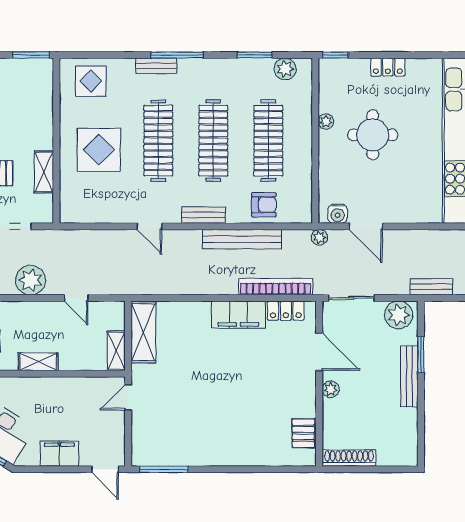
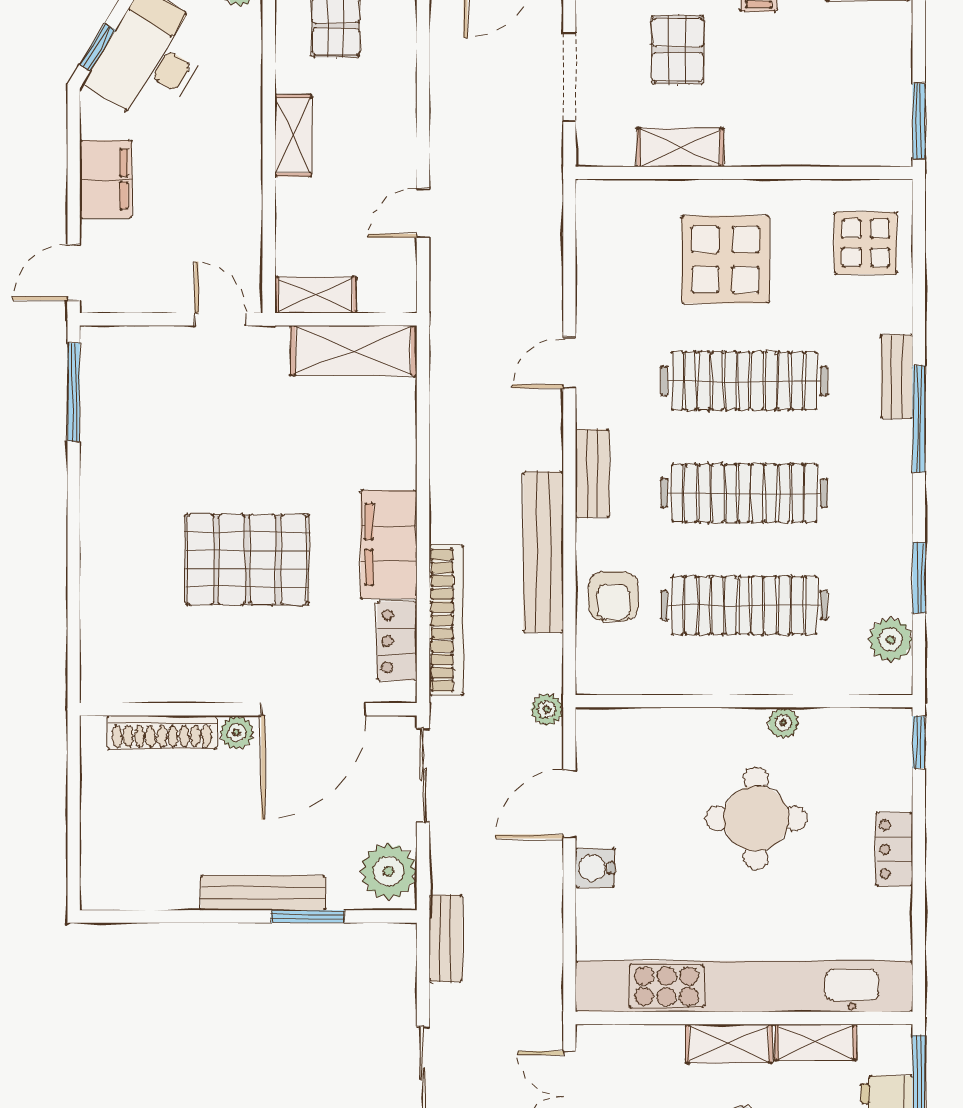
water cooler: (338, 214) -> (595, 868), moved
plant: (31, 280) -> (459, 120), removed
door: (319, 352) -> (313, 709), width x1.36
pallet: (303, 433) -> (247, 560), moved, width x2.05, depth x2.00
shoe rack: (349, 458) -> (162, 732), moved, turned 90

